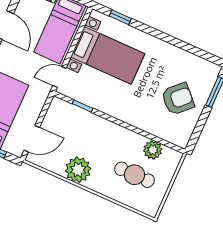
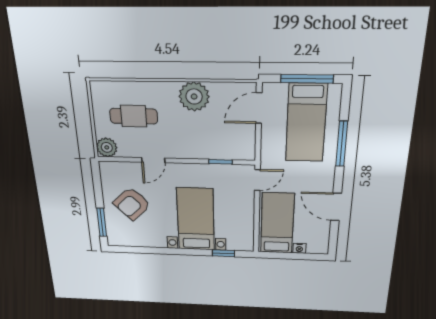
bed with nightstands: (108, 55) -> (196, 219), moved, turned 90
door: (138, 131) -> (153, 160), added
plant: (153, 150) -> (107, 147), moved

